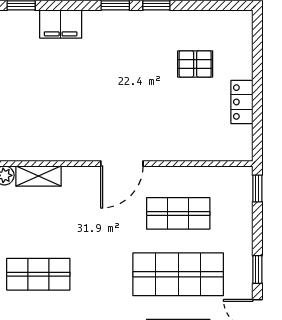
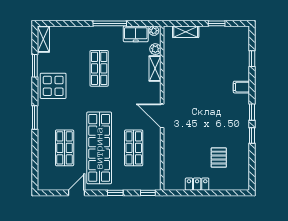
filing cabinet: (61, 24) -> (241, 87), width x0.50
window: (257, 270) -> (115, 193), moved
shop shelf: (178, 274) -> (99, 148), width x1.40

